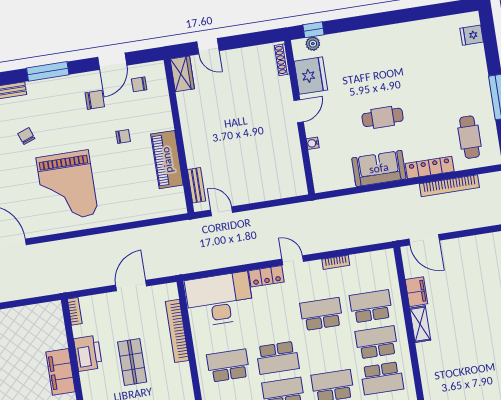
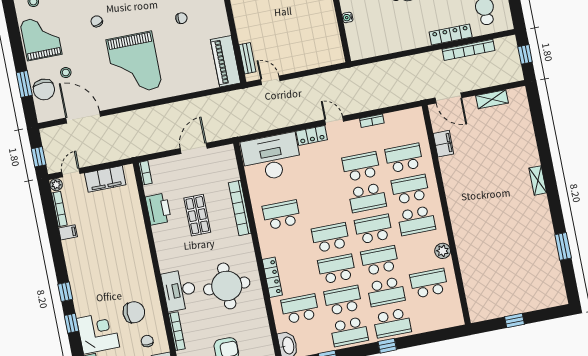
piano: (167, 160) -> (225, 61), moved
sofa: (379, 168) -> (406, 37), removed
shelving: (420, 324) -> (492, 99), moved, turned 90
bookcase: (177, 331) -> (240, 208), moved
school desk: (278, 358) -> (367, 198), moved
filing cabinet: (61, 372) -> (105, 179), moved, turned -90

